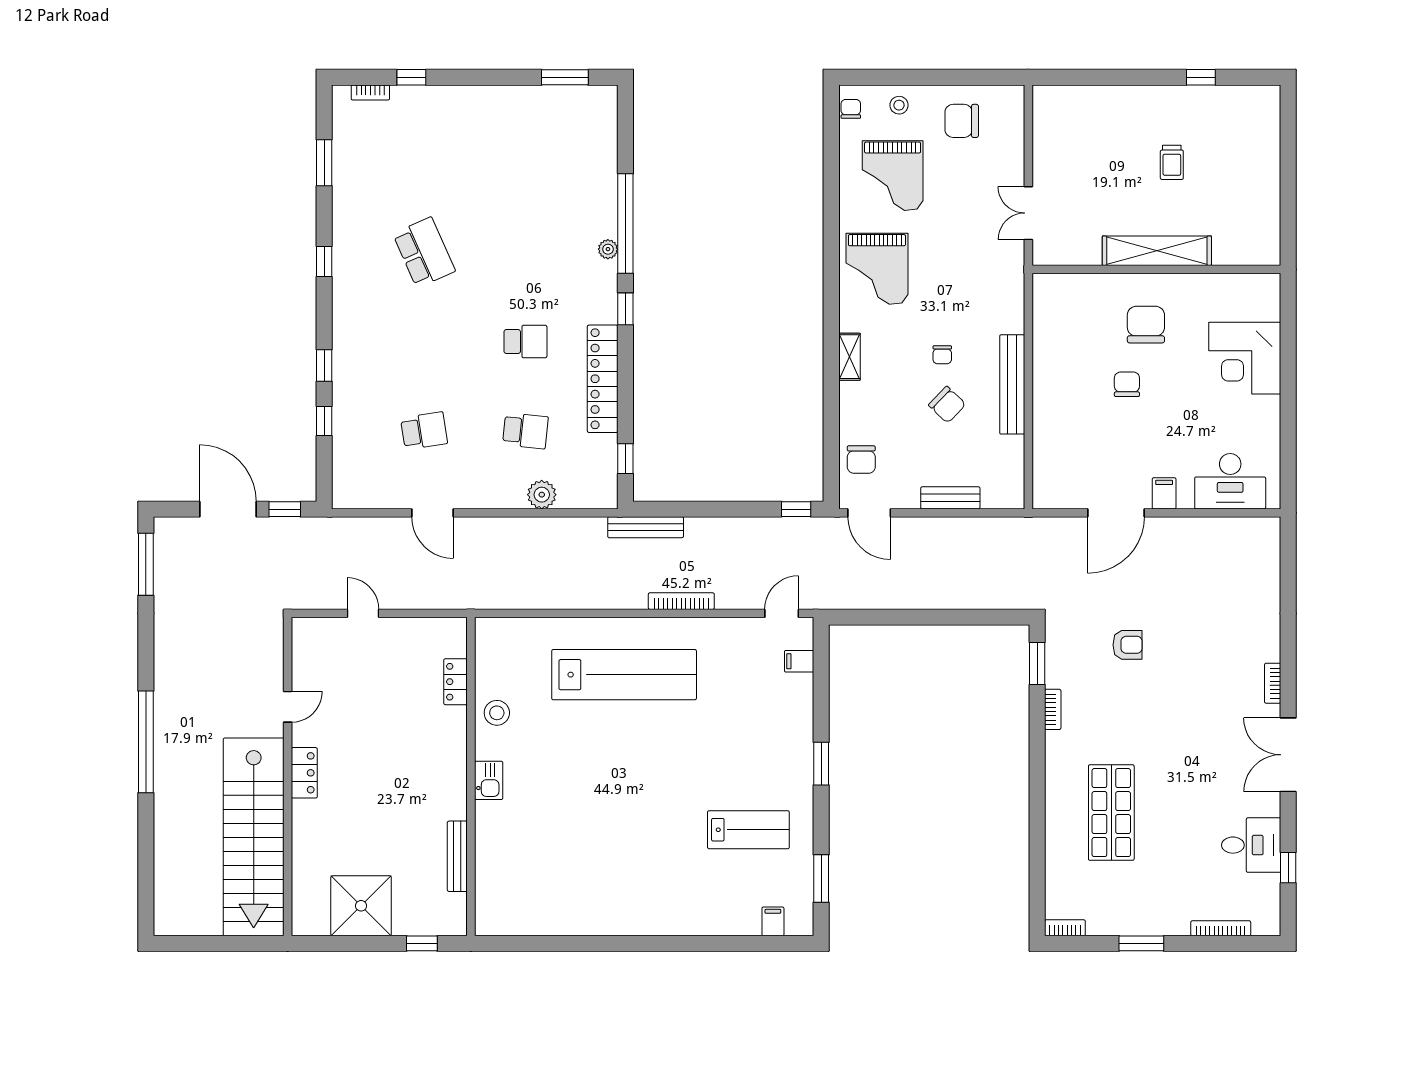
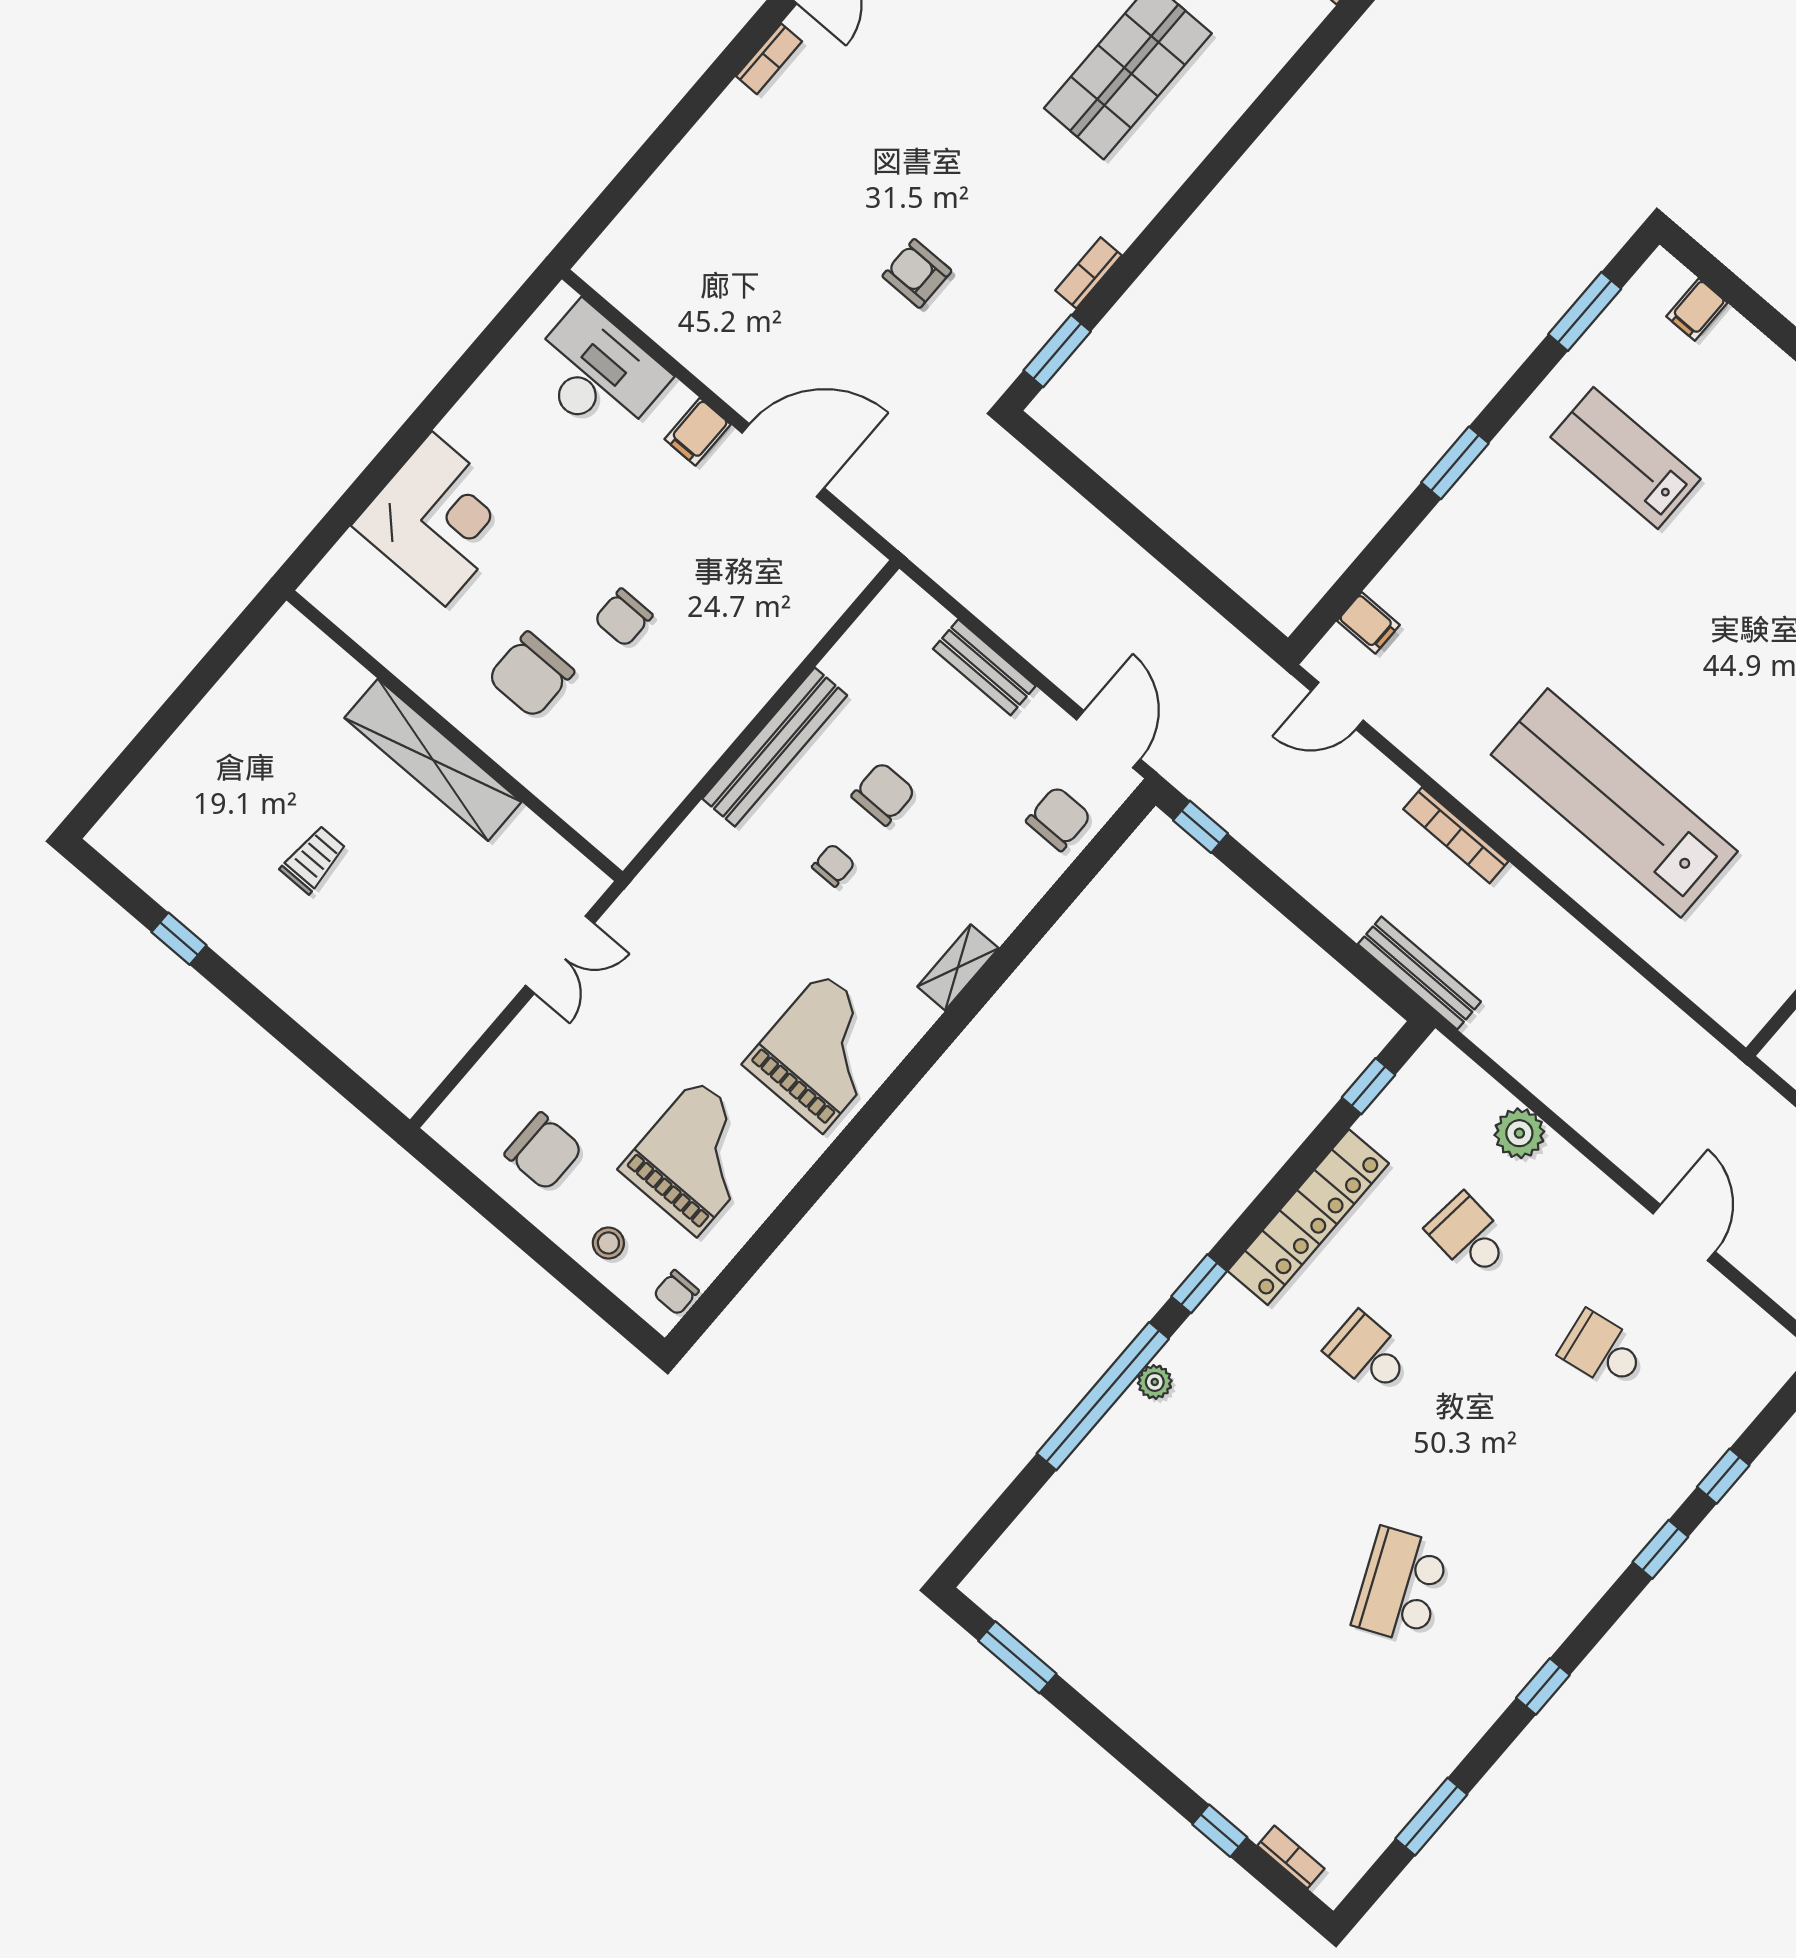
chair: (947, 405) -> (883, 794), turned 46

